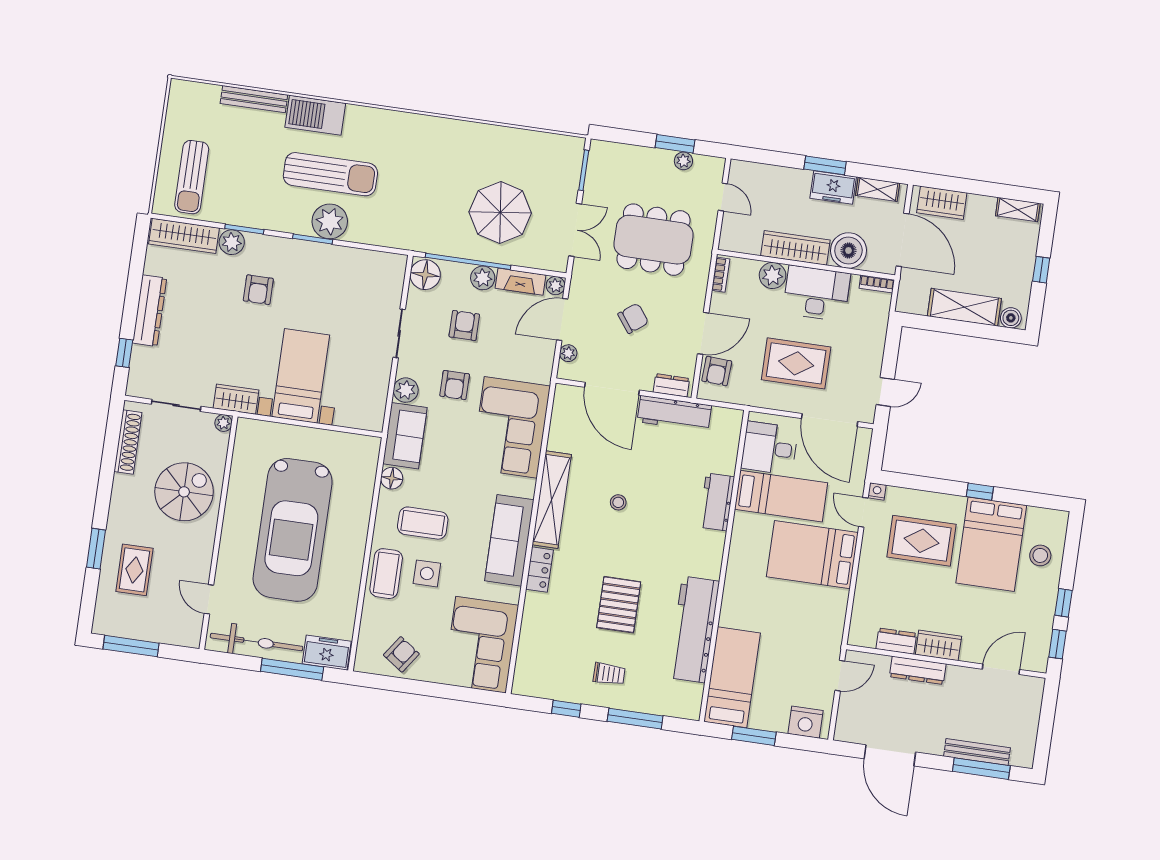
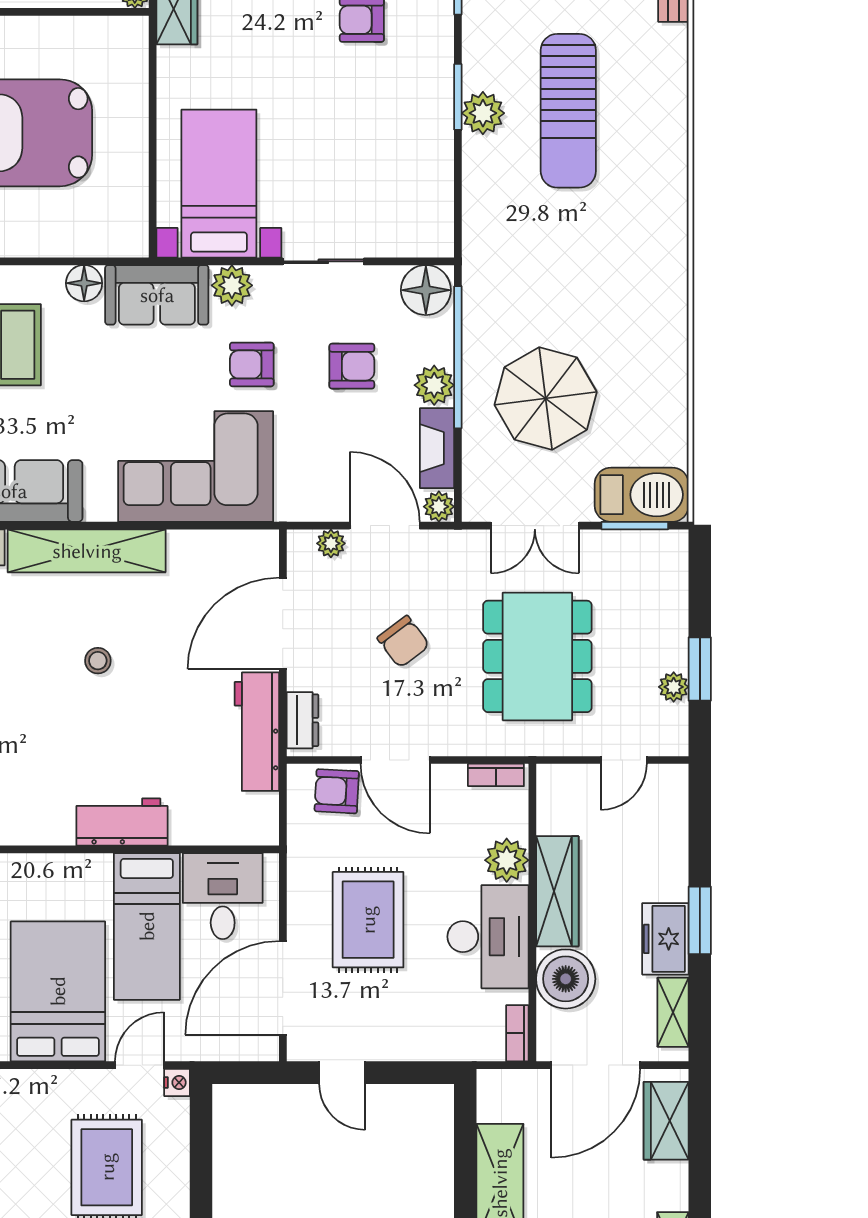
barbecue: (315, 115) -> (642, 495), moved, turned 90
plant: (330, 221) -> (483, 113), width x0.73, depth x0.73
bed with nightstands: (301, 376) -> (219, 184), moved, turned -90

